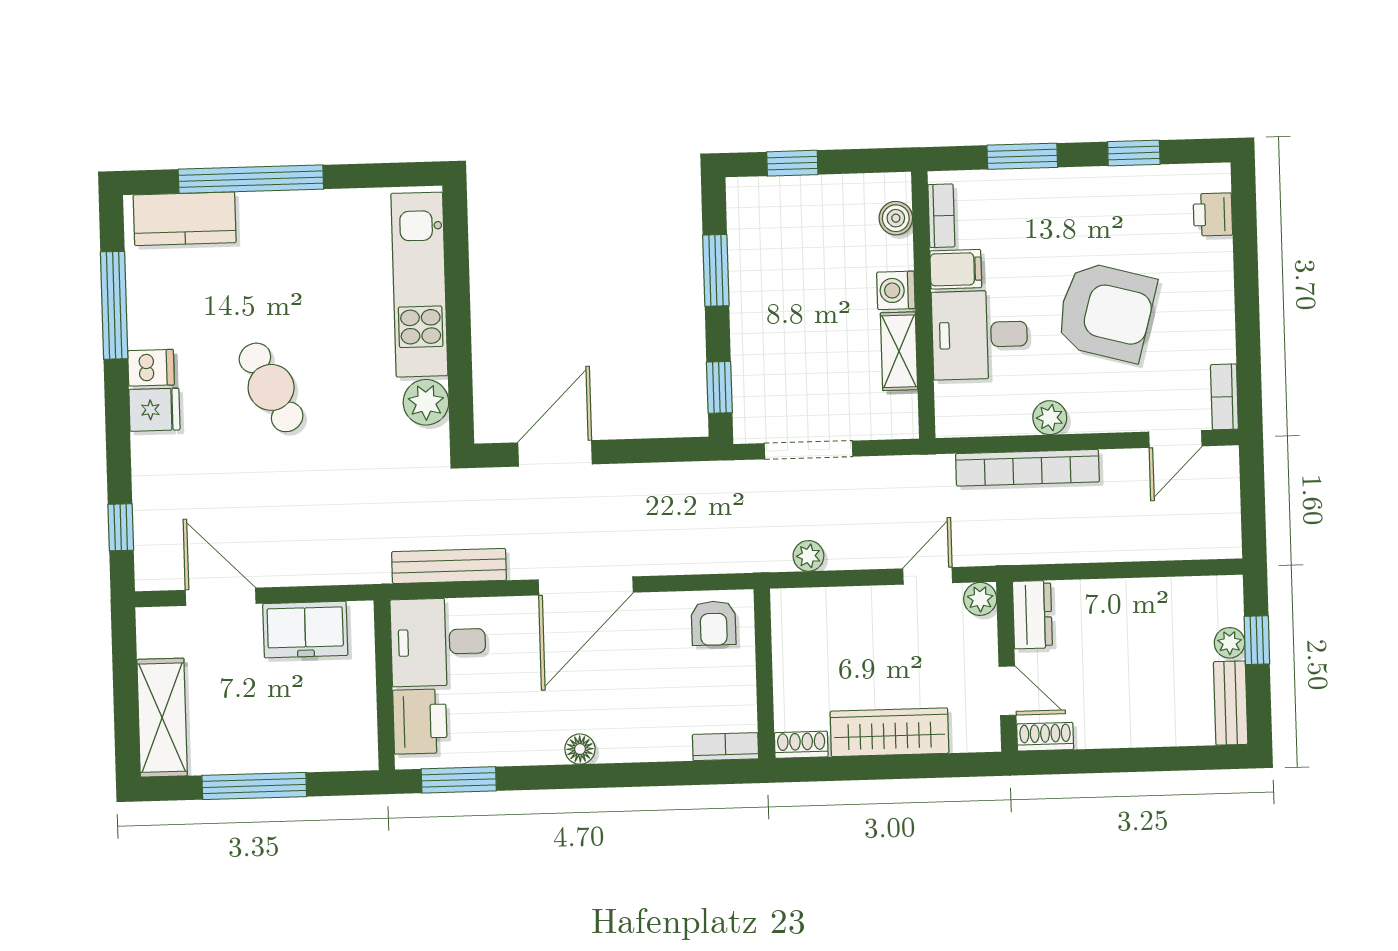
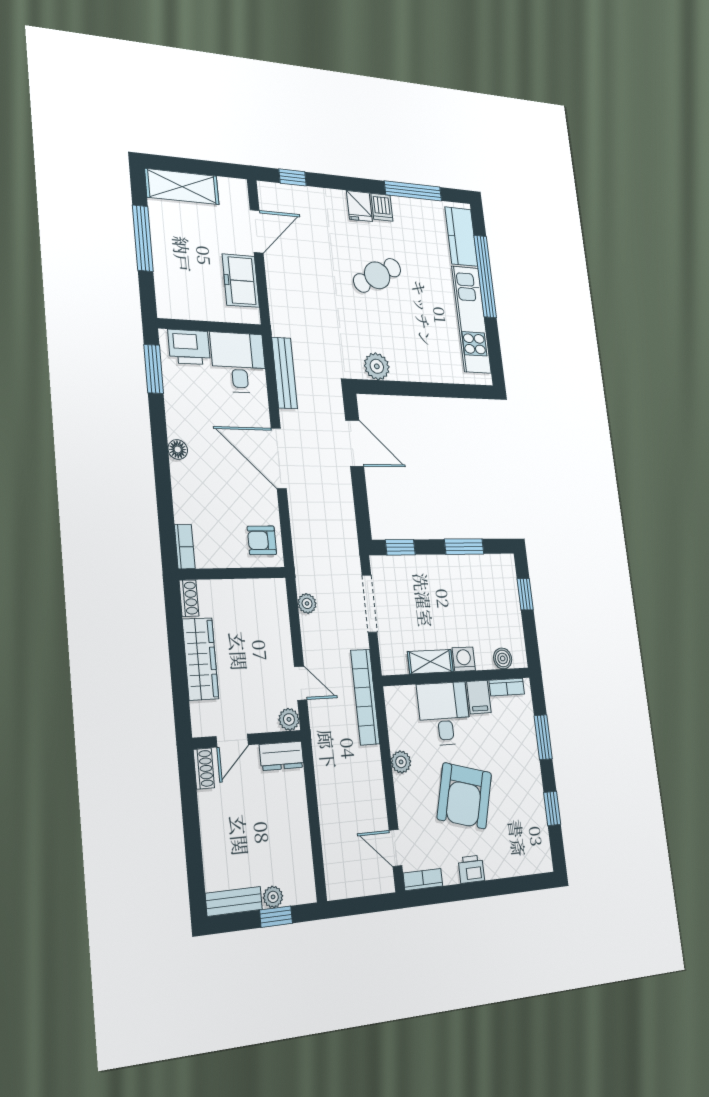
printer: (1213, 214) -> (471, 869), moved
kitchen unit: (419, 285) -> (471, 320), moved, turned -90
bookcase: (1027, 468) -> (365, 697), moved

